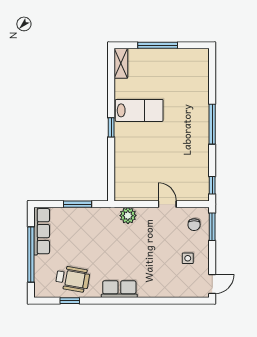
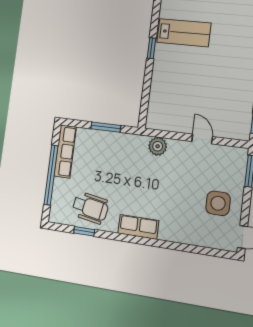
chair: (194, 225) -> (230, 166), removed
side table: (188, 258) -> (218, 203), width x1.87, depth x1.87

